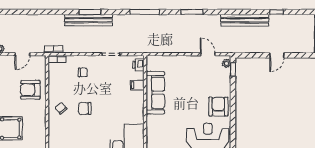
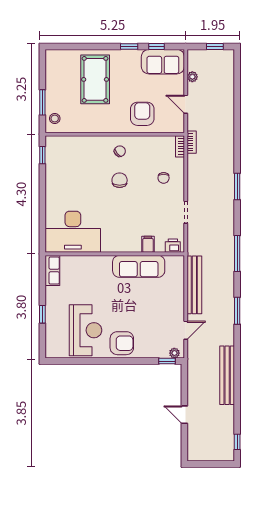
window: (277, 12) -> (237, 442), moved
bench: (89, 20) -> (194, 285), moved

